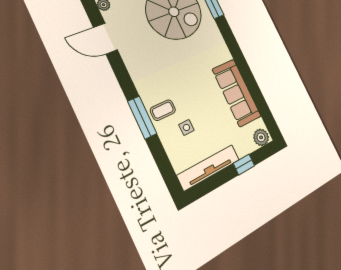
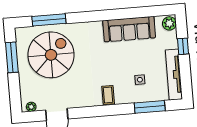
coffee table: (163, 110) -> (108, 95), moved
window: (142, 117) -> (150, 107), moved

